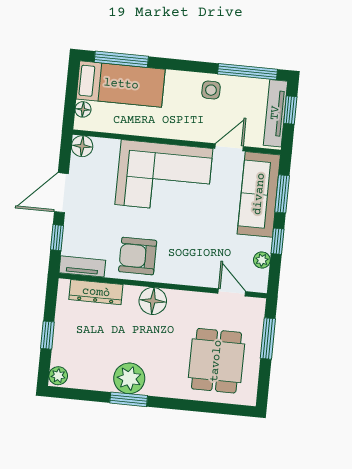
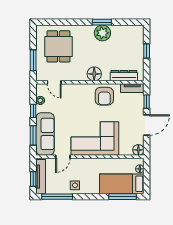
armchair: (138, 256) -> (104, 96), turned 90
plant: (58, 376) -> (139, 31), removed

